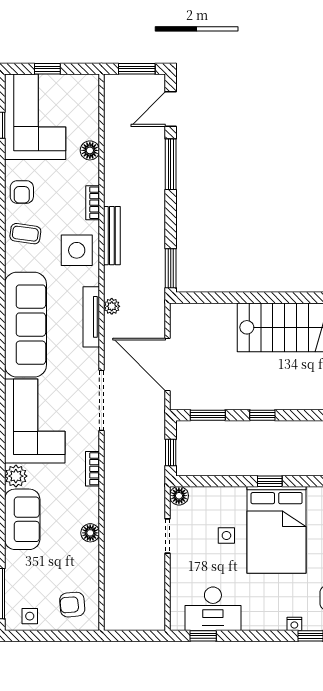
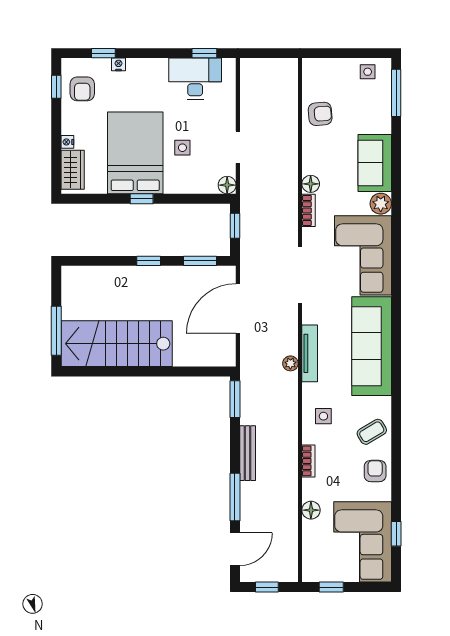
window: (47, 69) -> (331, 587), moved
window: (137, 69) -> (267, 587), width x0.67
coffee table: (25, 234) -> (372, 432), turned -39
bench: (112, 236) -> (248, 453), moved
side table: (77, 250) -> (323, 416), width x0.54, depth x0.54
door: (168, 365) -> (238, 309), swing flipped
floor lamp: (90, 533) -> (311, 184), moved
armchair: (72, 605) -> (320, 114), moved

